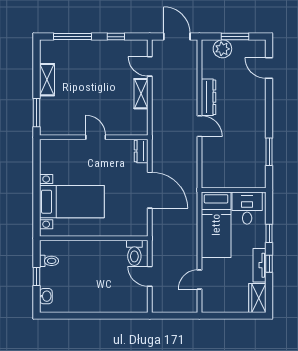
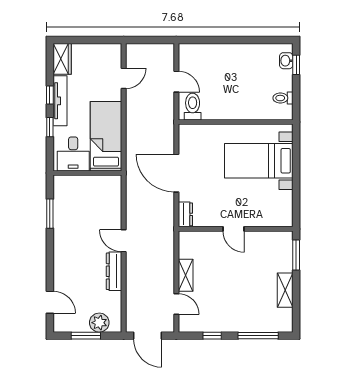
tv unit: (259, 265) -> (60, 101), width x1.41
window: (37, 276) -> (296, 65), moved

